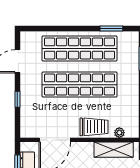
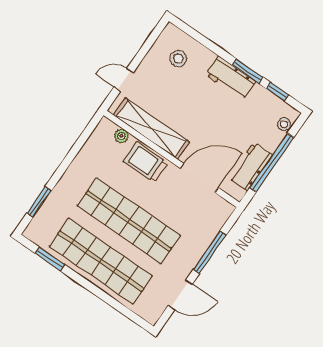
window: (17, 99) -> (210, 252), width x2.17
shelving: (114, 150) -> (151, 128), width x1.47

